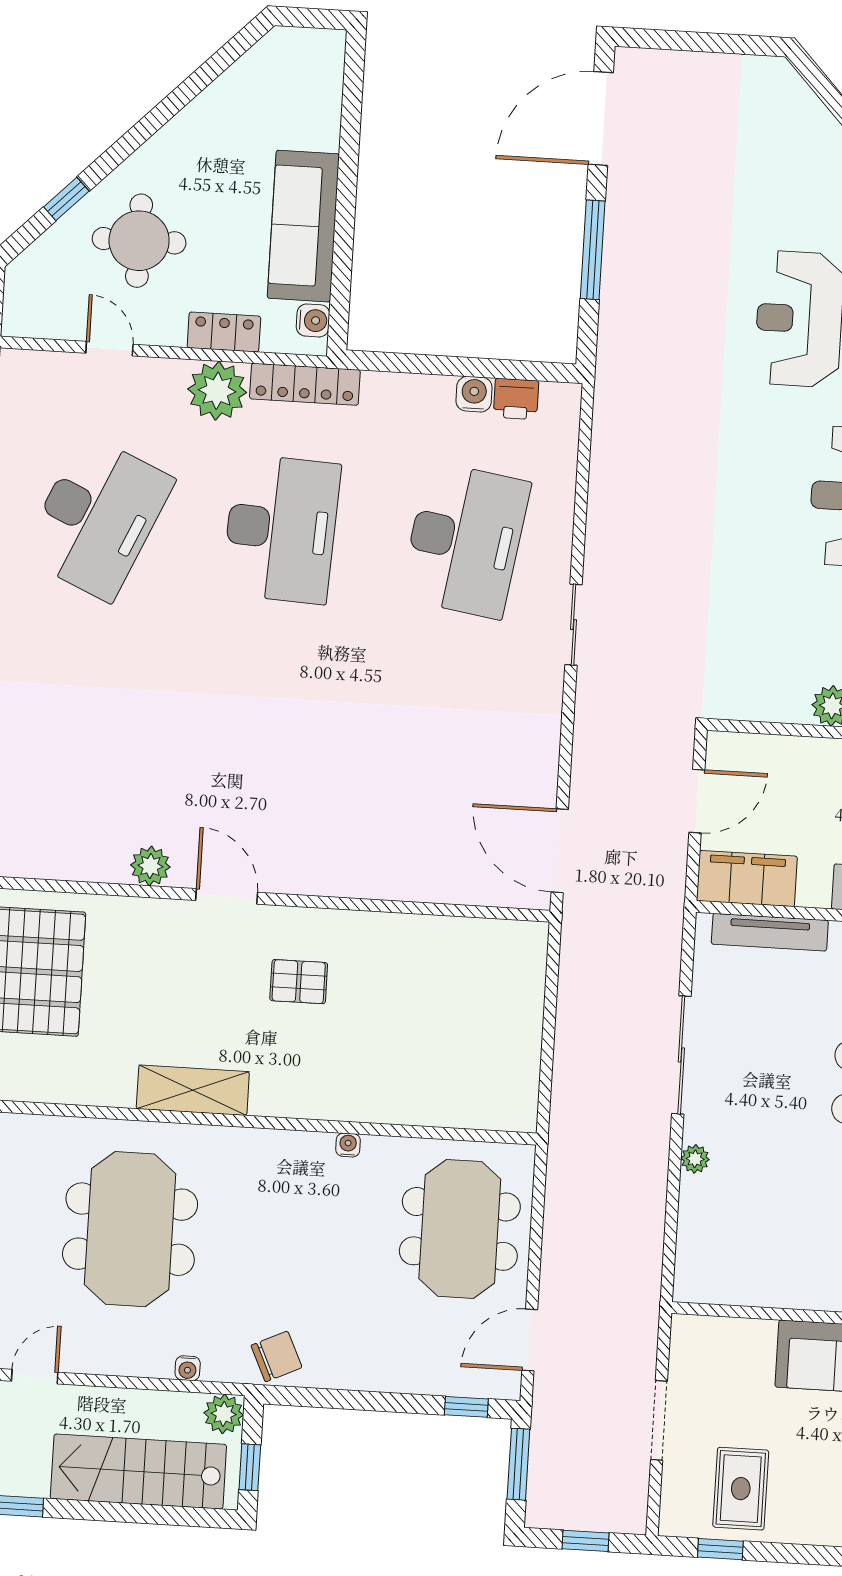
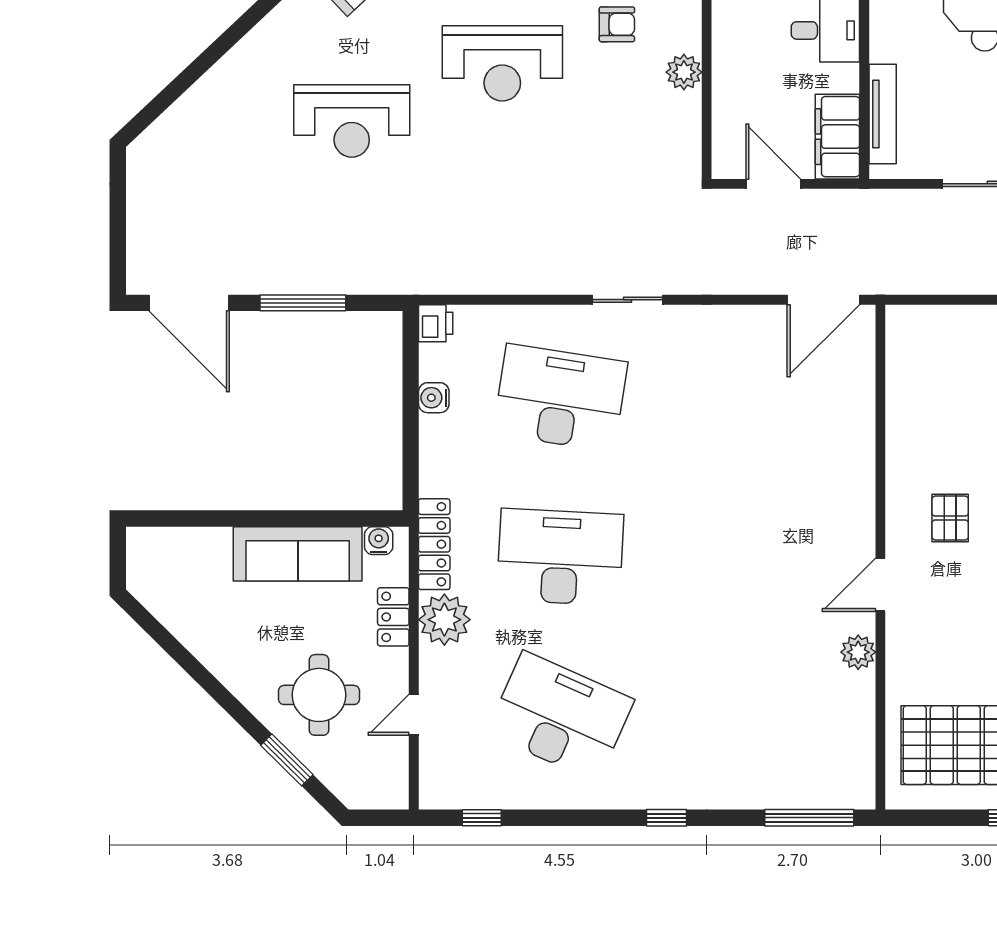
window: (66, 199) -> (287, 760), width x1.50
printer: (516, 399) -> (436, 323), moved

